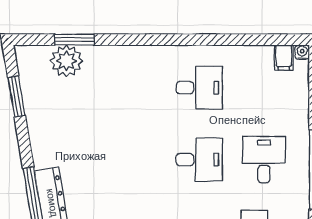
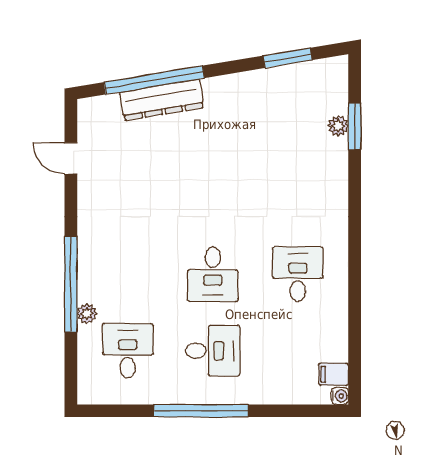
plant: (66, 61) -> (338, 126), width x0.53, depth x0.53
desk: (199, 88) -> (298, 274), turned 180

